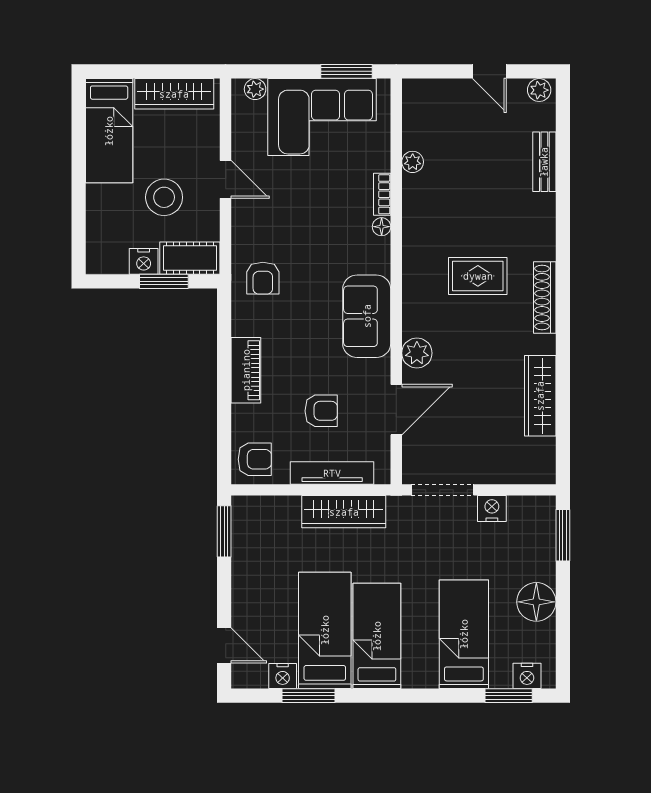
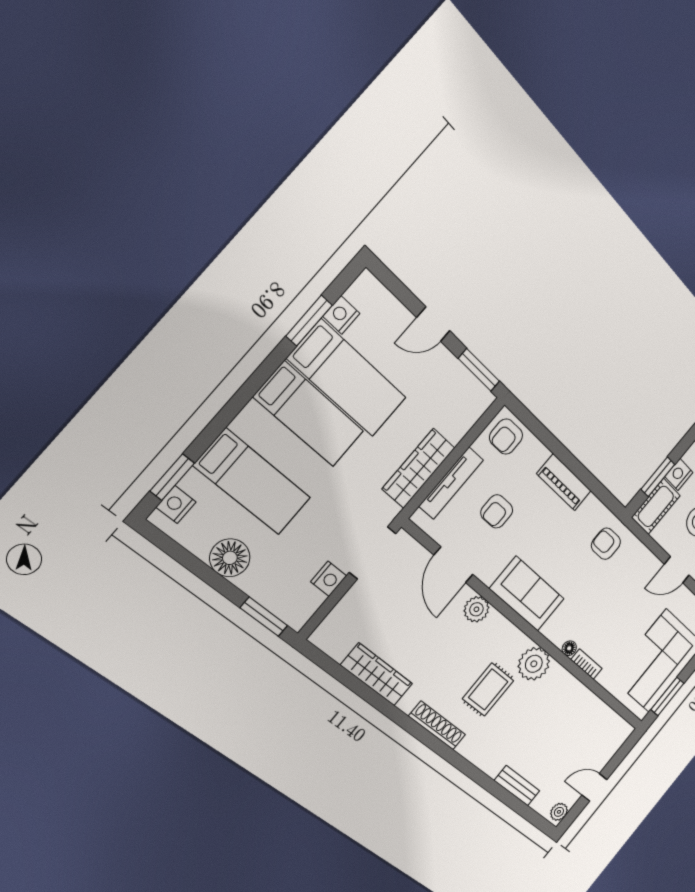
plant: (413, 162) -> (534, 664), moved, width x1.88, depth x1.88
door: (224, 646) -> (433, 324), moved

